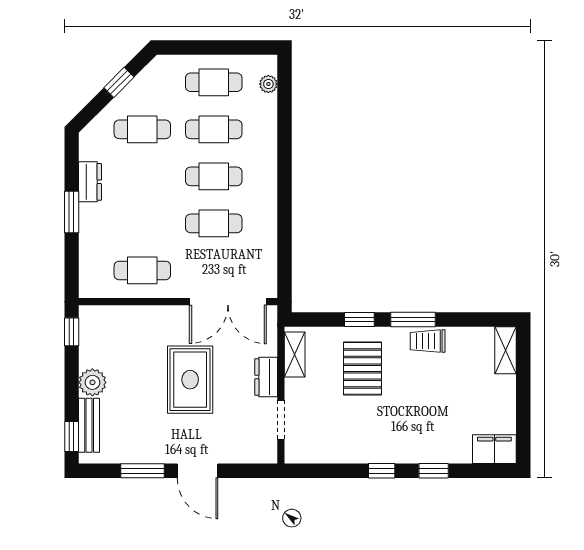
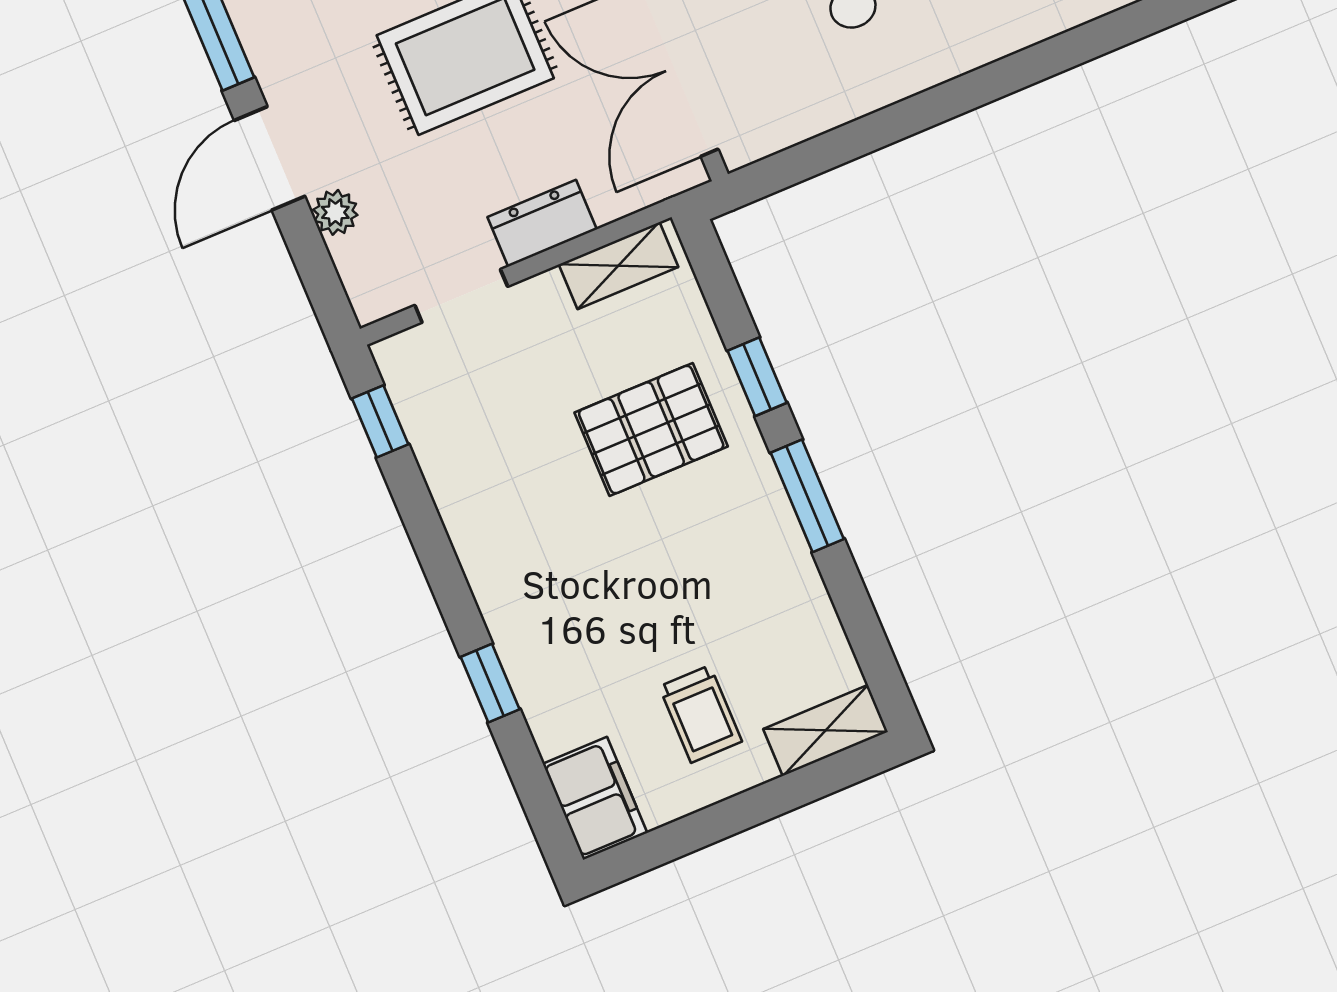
trolley: (428, 341) -> (700, 714), moved, turned 180
plant: (229, 454) -> (335, 212), added
window: (382, 471) -> (380, 421), moved

